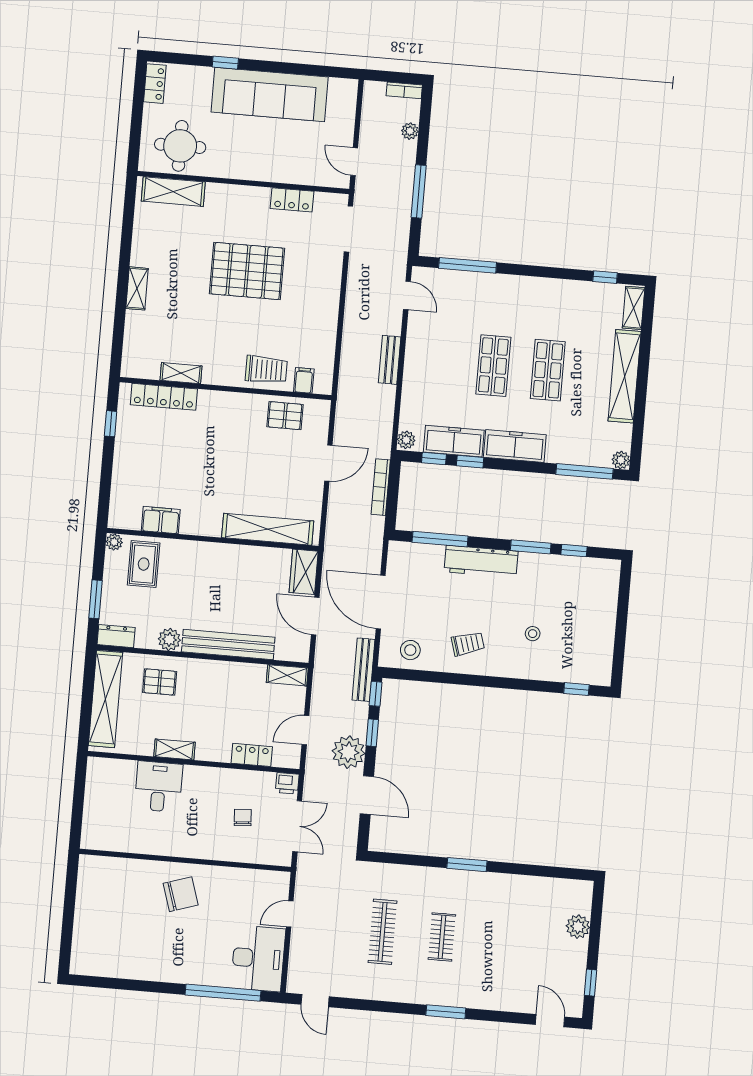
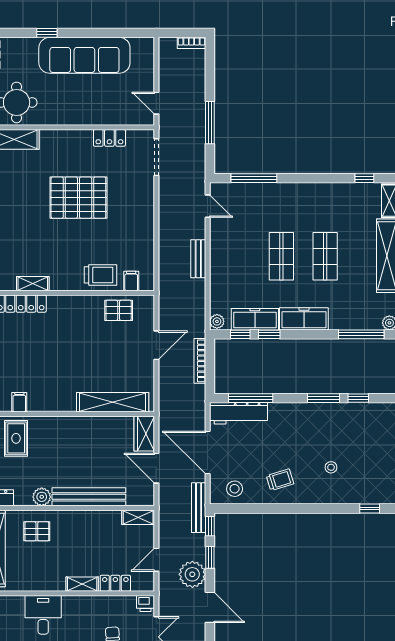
plant: (410, 131) -> (199, 75), removed
filing cabinet: (161, 520) -> (19, 402), width x0.50
workbench: (481, 562) -> (238, 413), moved
shelving: (174, 749) -> (82, 584), moved

